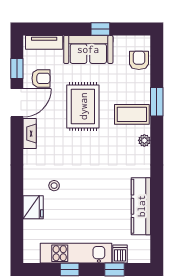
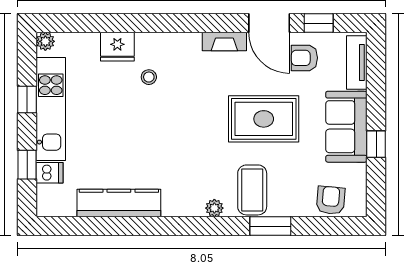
armchair: (139, 60) -> (331, 200), turned -85
armchair: (41, 78) -> (304, 58), turned 90
plant: (29, 257) -> (45, 41), added

